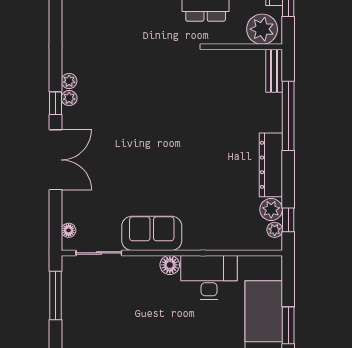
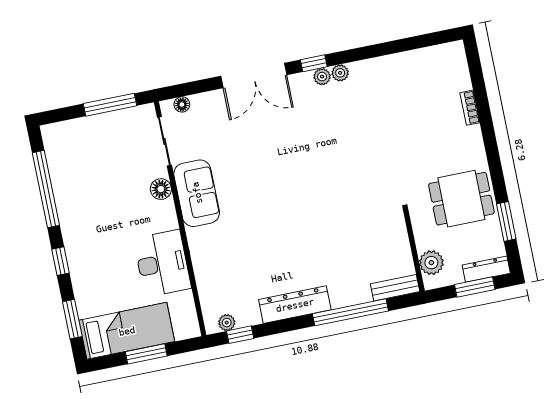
plant: (262, 29) -> (431, 263), width x0.73, depth x0.73
plant: (271, 209) -> (248, 314), removed
floor lamp: (170, 265) -> (161, 189), moved
window: (288, 325) -> (146, 354), moved

